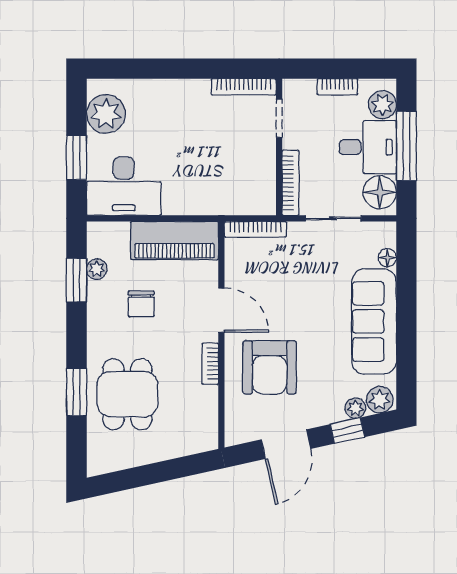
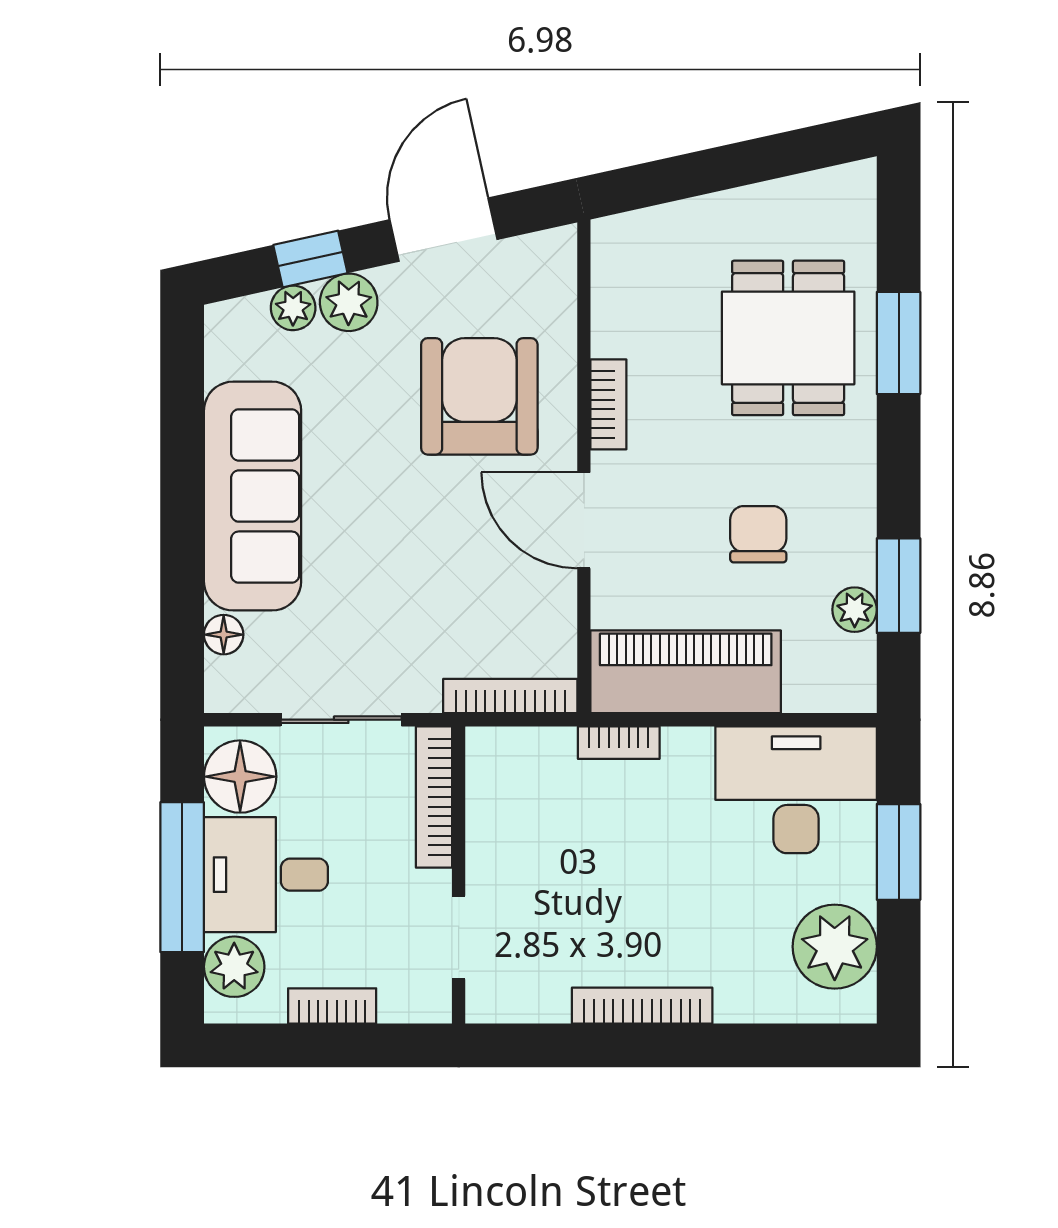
bookcase: (244, 87) -> (642, 1006), moved
bookcase: (205, 208) -> (619, 743), added
plant: (380, 400) -> (349, 302), moved

